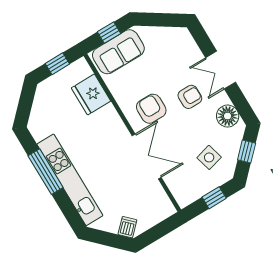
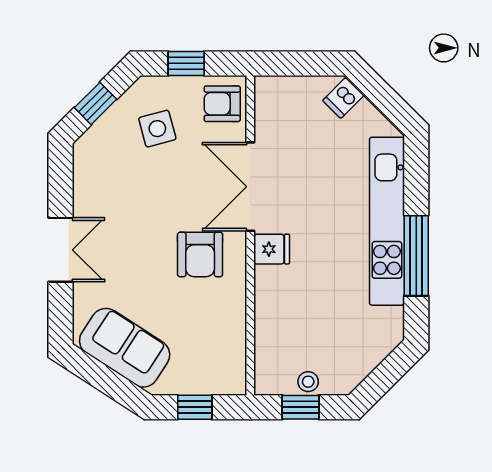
sofa: (118, 52) -> (125, 348), moved, turned 33
stool: (61, 78) -> (308, 382), added
fridge: (91, 94) -> (272, 249), moved, width x0.53, depth x0.75
armchair: (190, 97) -> (222, 104), moved
floor lamp: (228, 116) -> (92, 174), removed

